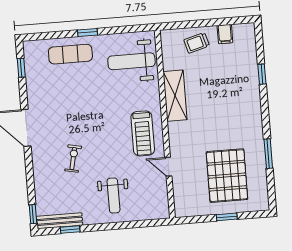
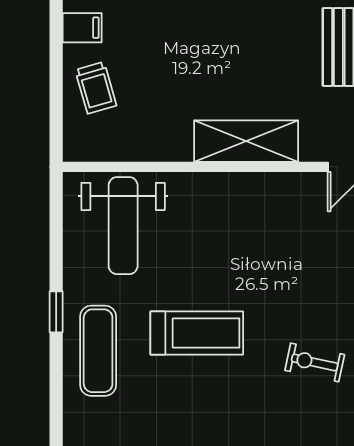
shelving: (175, 96) -> (246, 141), moved
treadmill: (143, 133) -> (197, 333), moved

